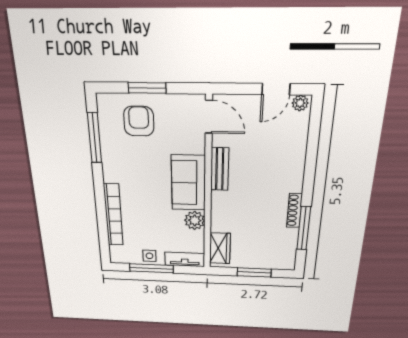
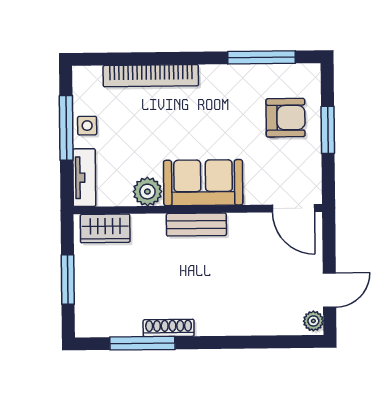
door: (276, 89) -> (329, 290), swing flipped
door: (209, 117) -> (293, 208), hinge flipped
bench: (220, 169) -> (196, 225), moved

